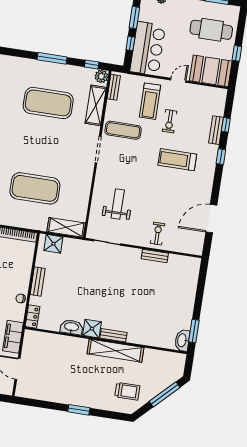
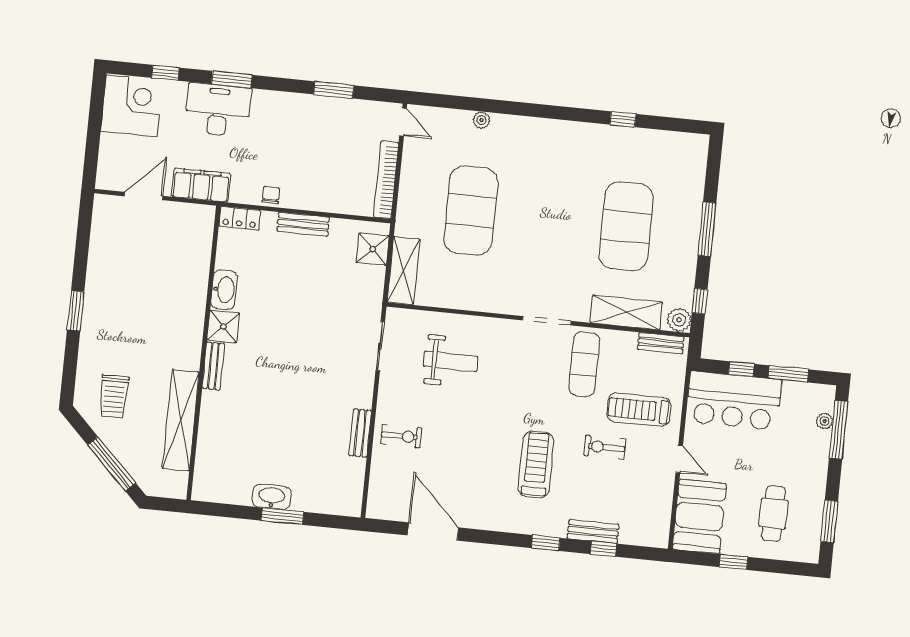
cafe table: (211, 30) -> (774, 513), width x0.73, depth x0.74
window: (194, 331) -> (282, 516), moved
washbasin: (182, 340) -> (272, 497), moved
shelving: (115, 351) -> (181, 420), moved

